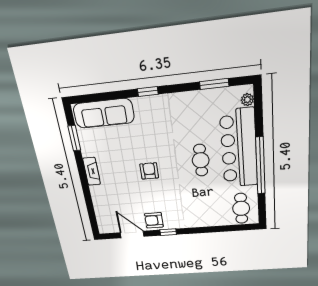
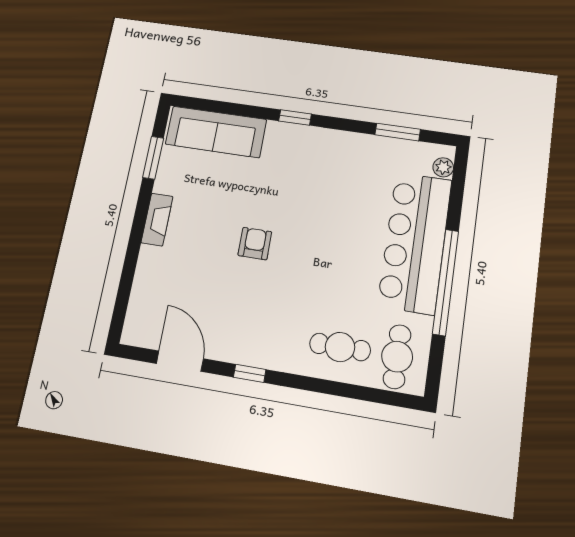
cafe table: (201, 160) -> (340, 347), moved, turned 90
armchair: (154, 220) -> (231, 341), removed

